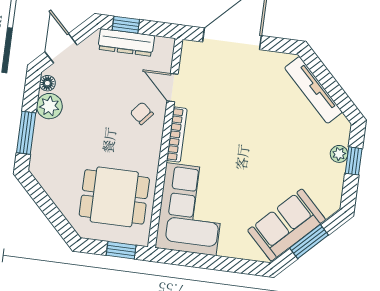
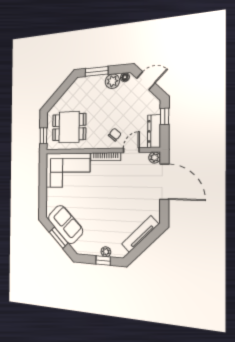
dresser: (126, 42) -> (154, 131), moved
plant: (191, 50) -> (155, 158), added
dining table: (114, 197) -> (69, 127), turned 90

